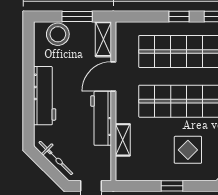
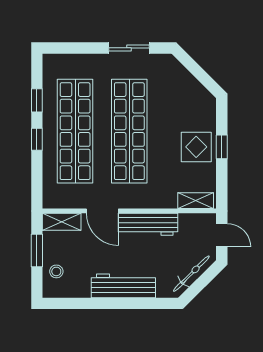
stool: (58, 34) -> (56, 271), width x0.53, depth x0.53
shelving: (123, 140) -> (196, 201), moved
display table: (188, 150) -> (196, 147), moved

